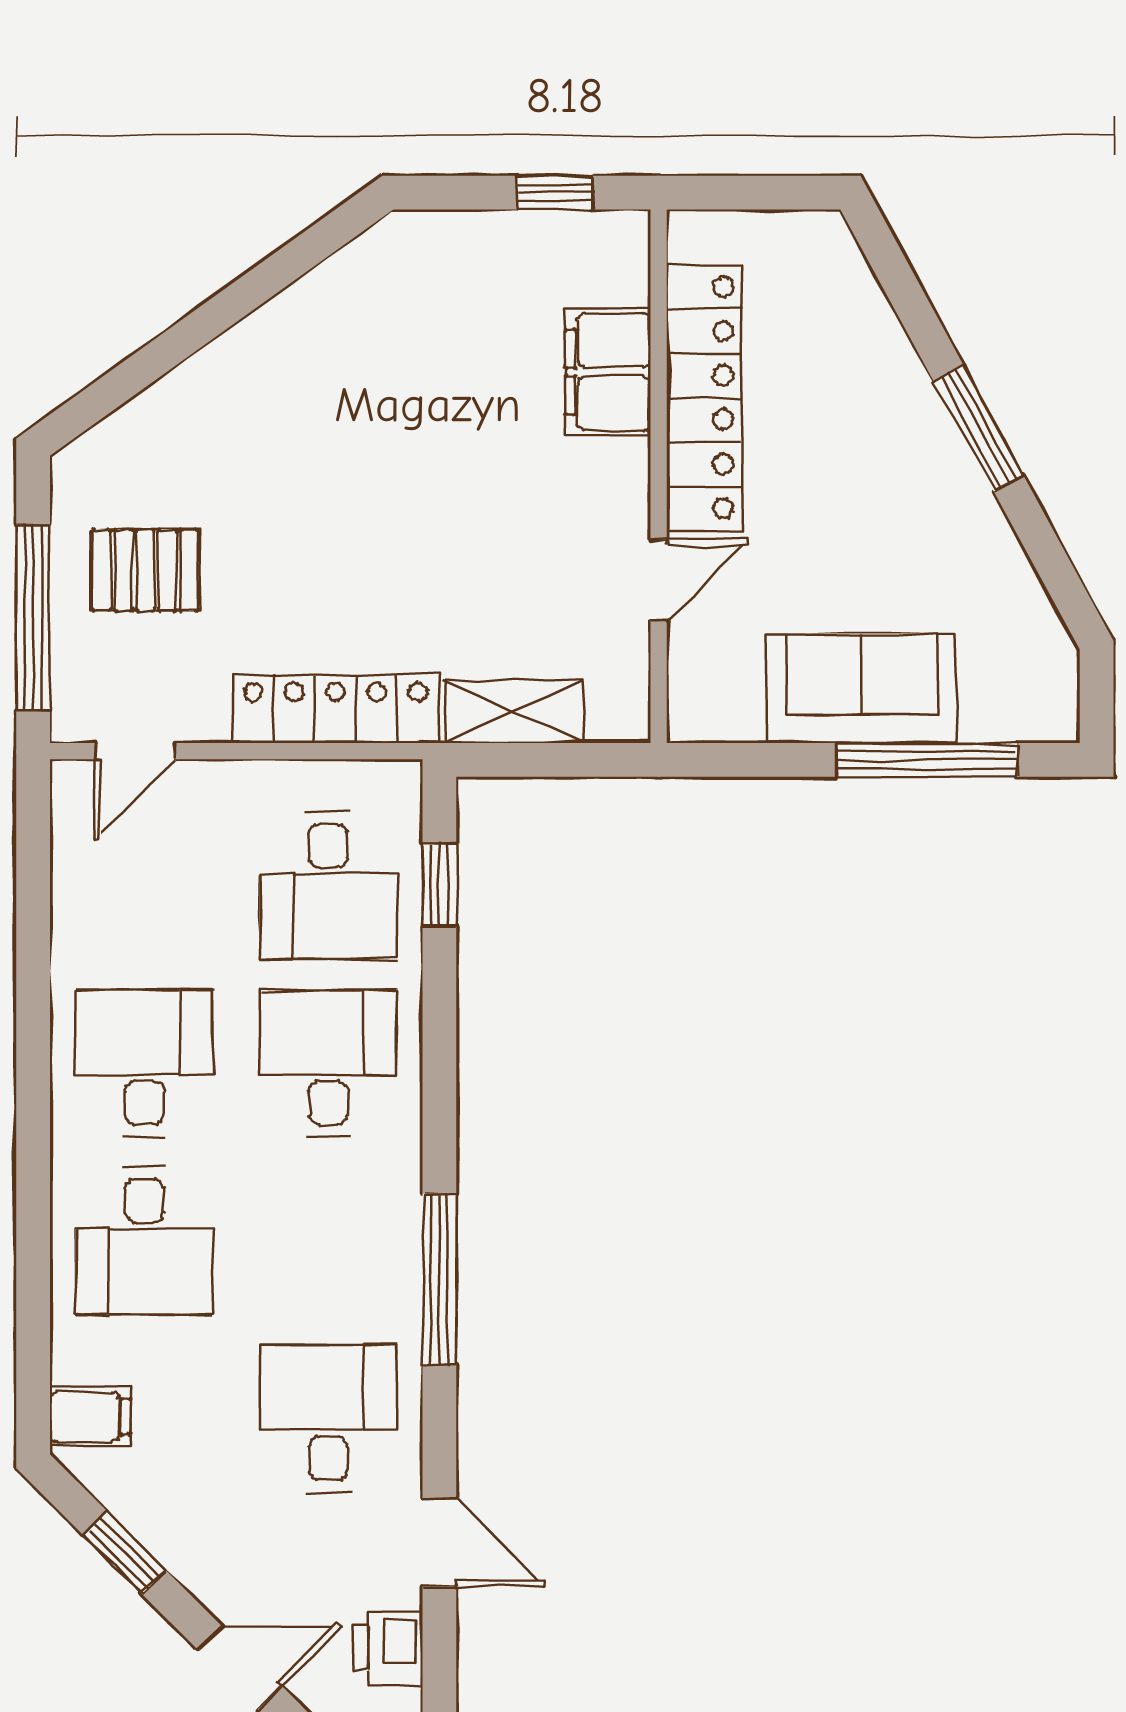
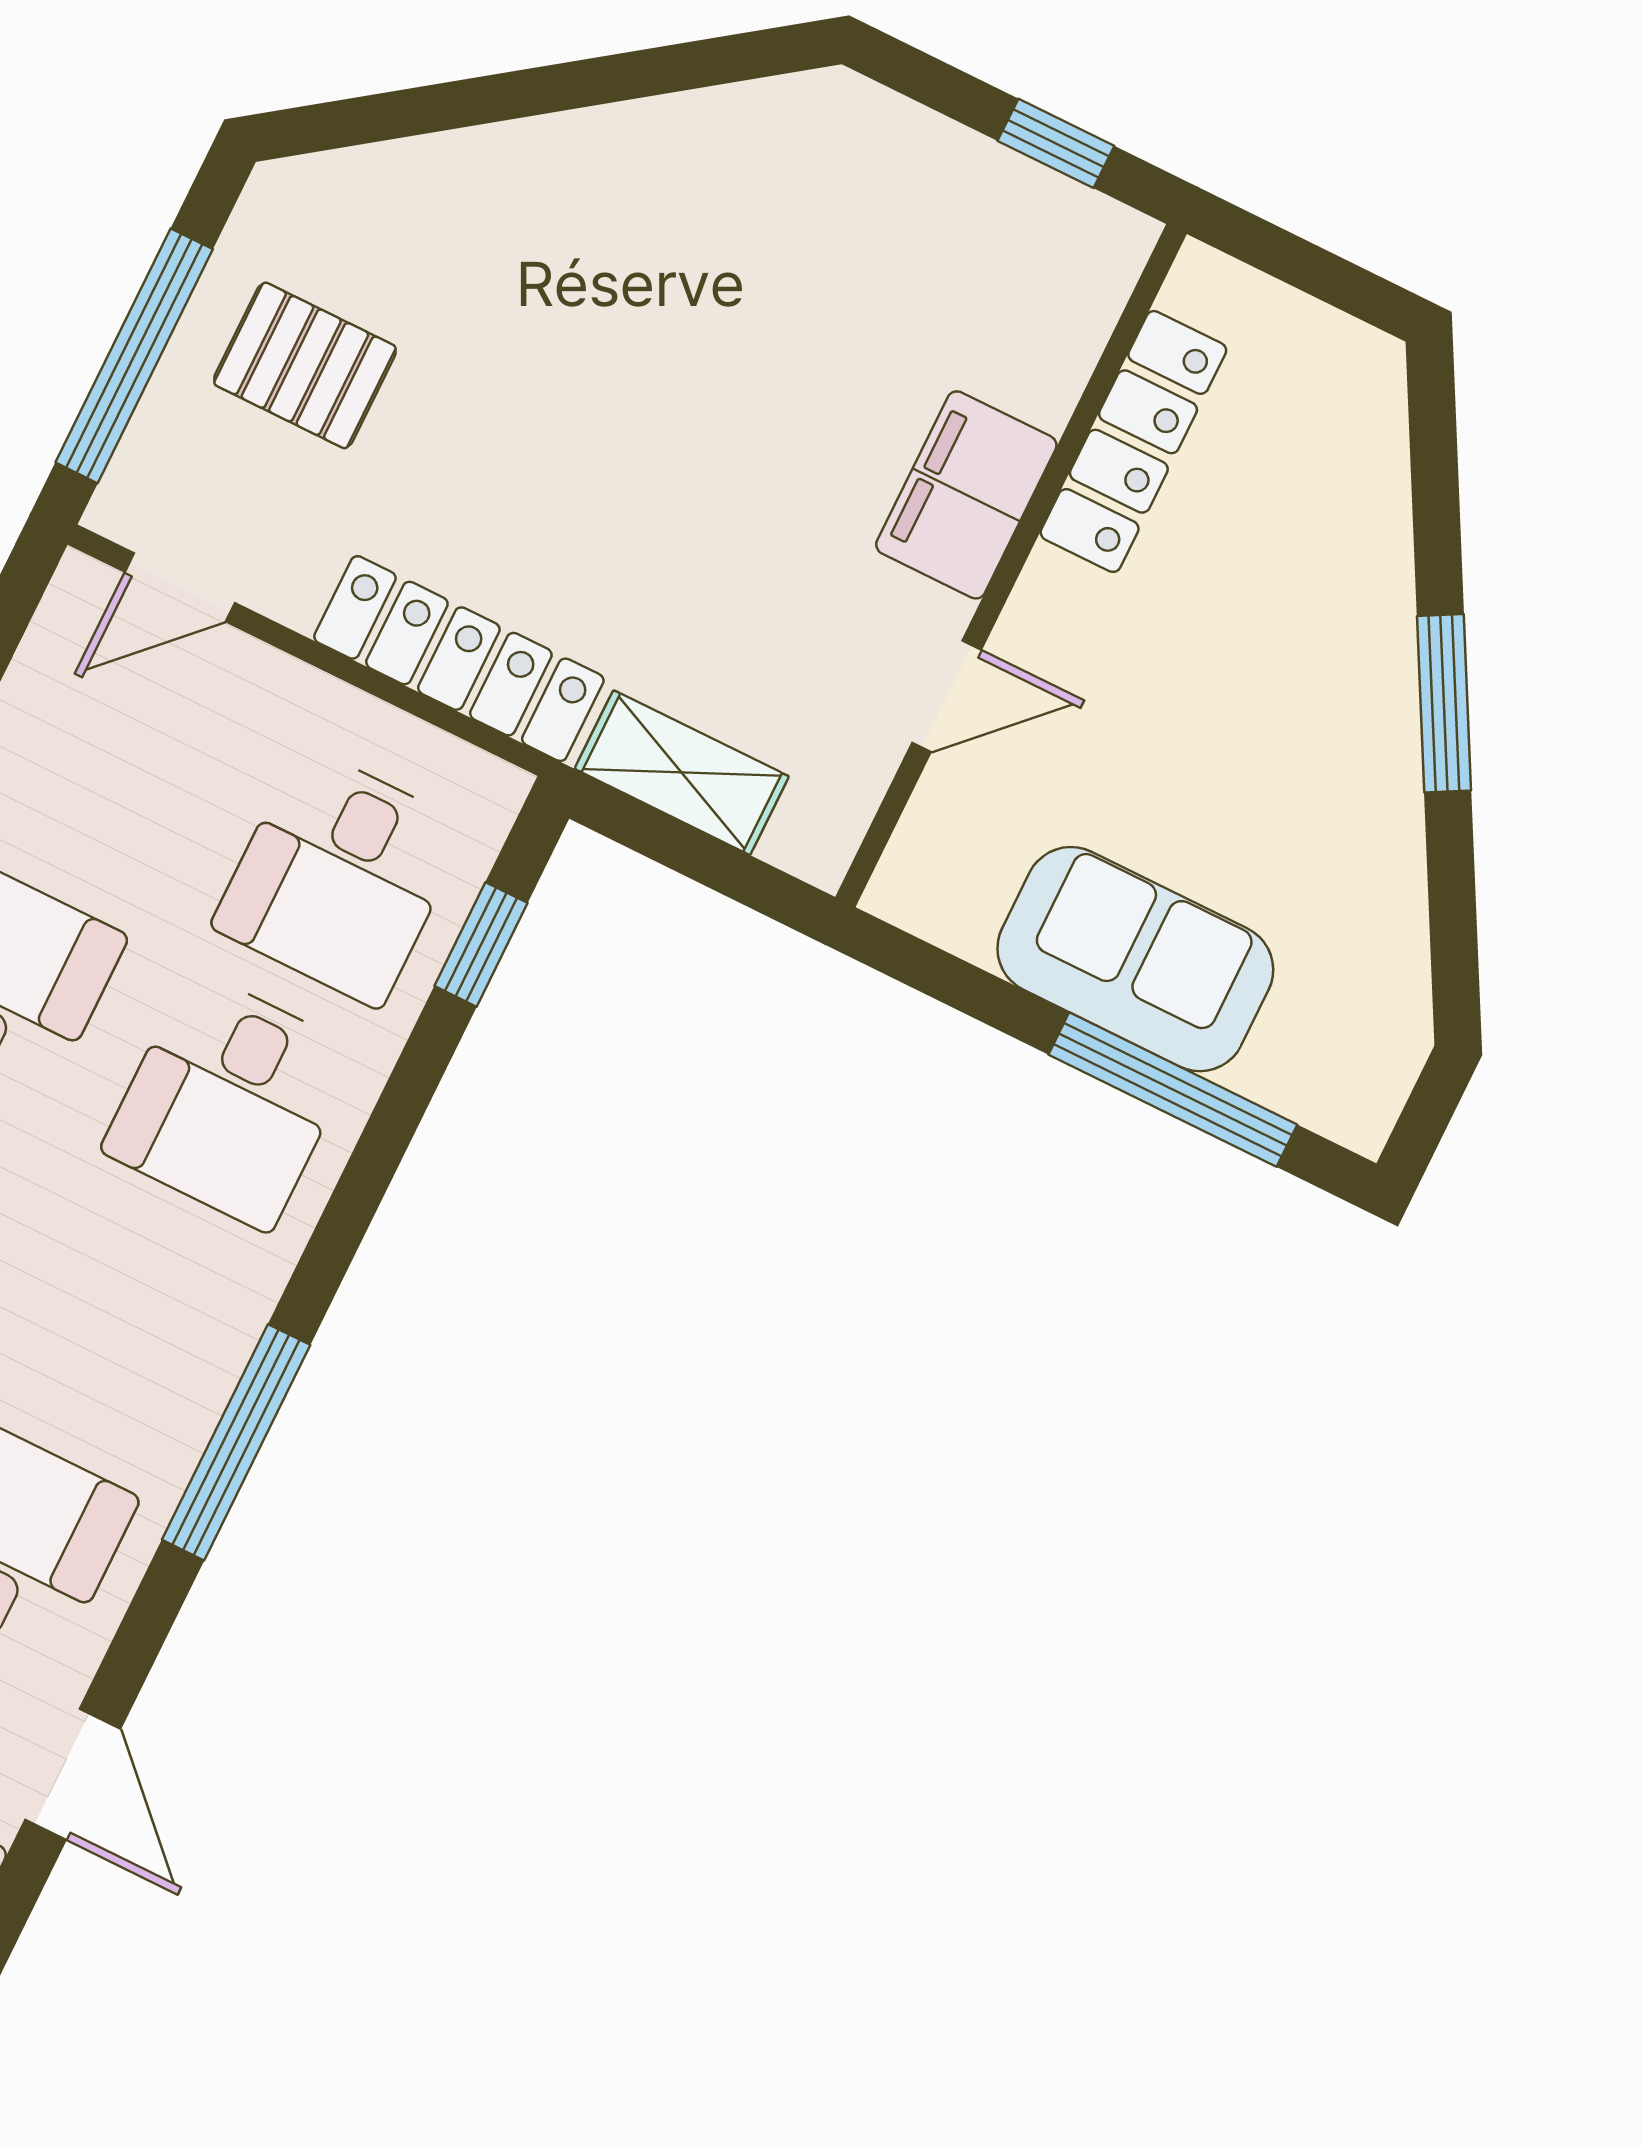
filing cabinet: (608, 372) -> (966, 495), moved
locker: (704, 398) -> (1133, 441), width x0.71, depth x0.83
desk: (328, 1063) -> (230, 1101), turned 180

